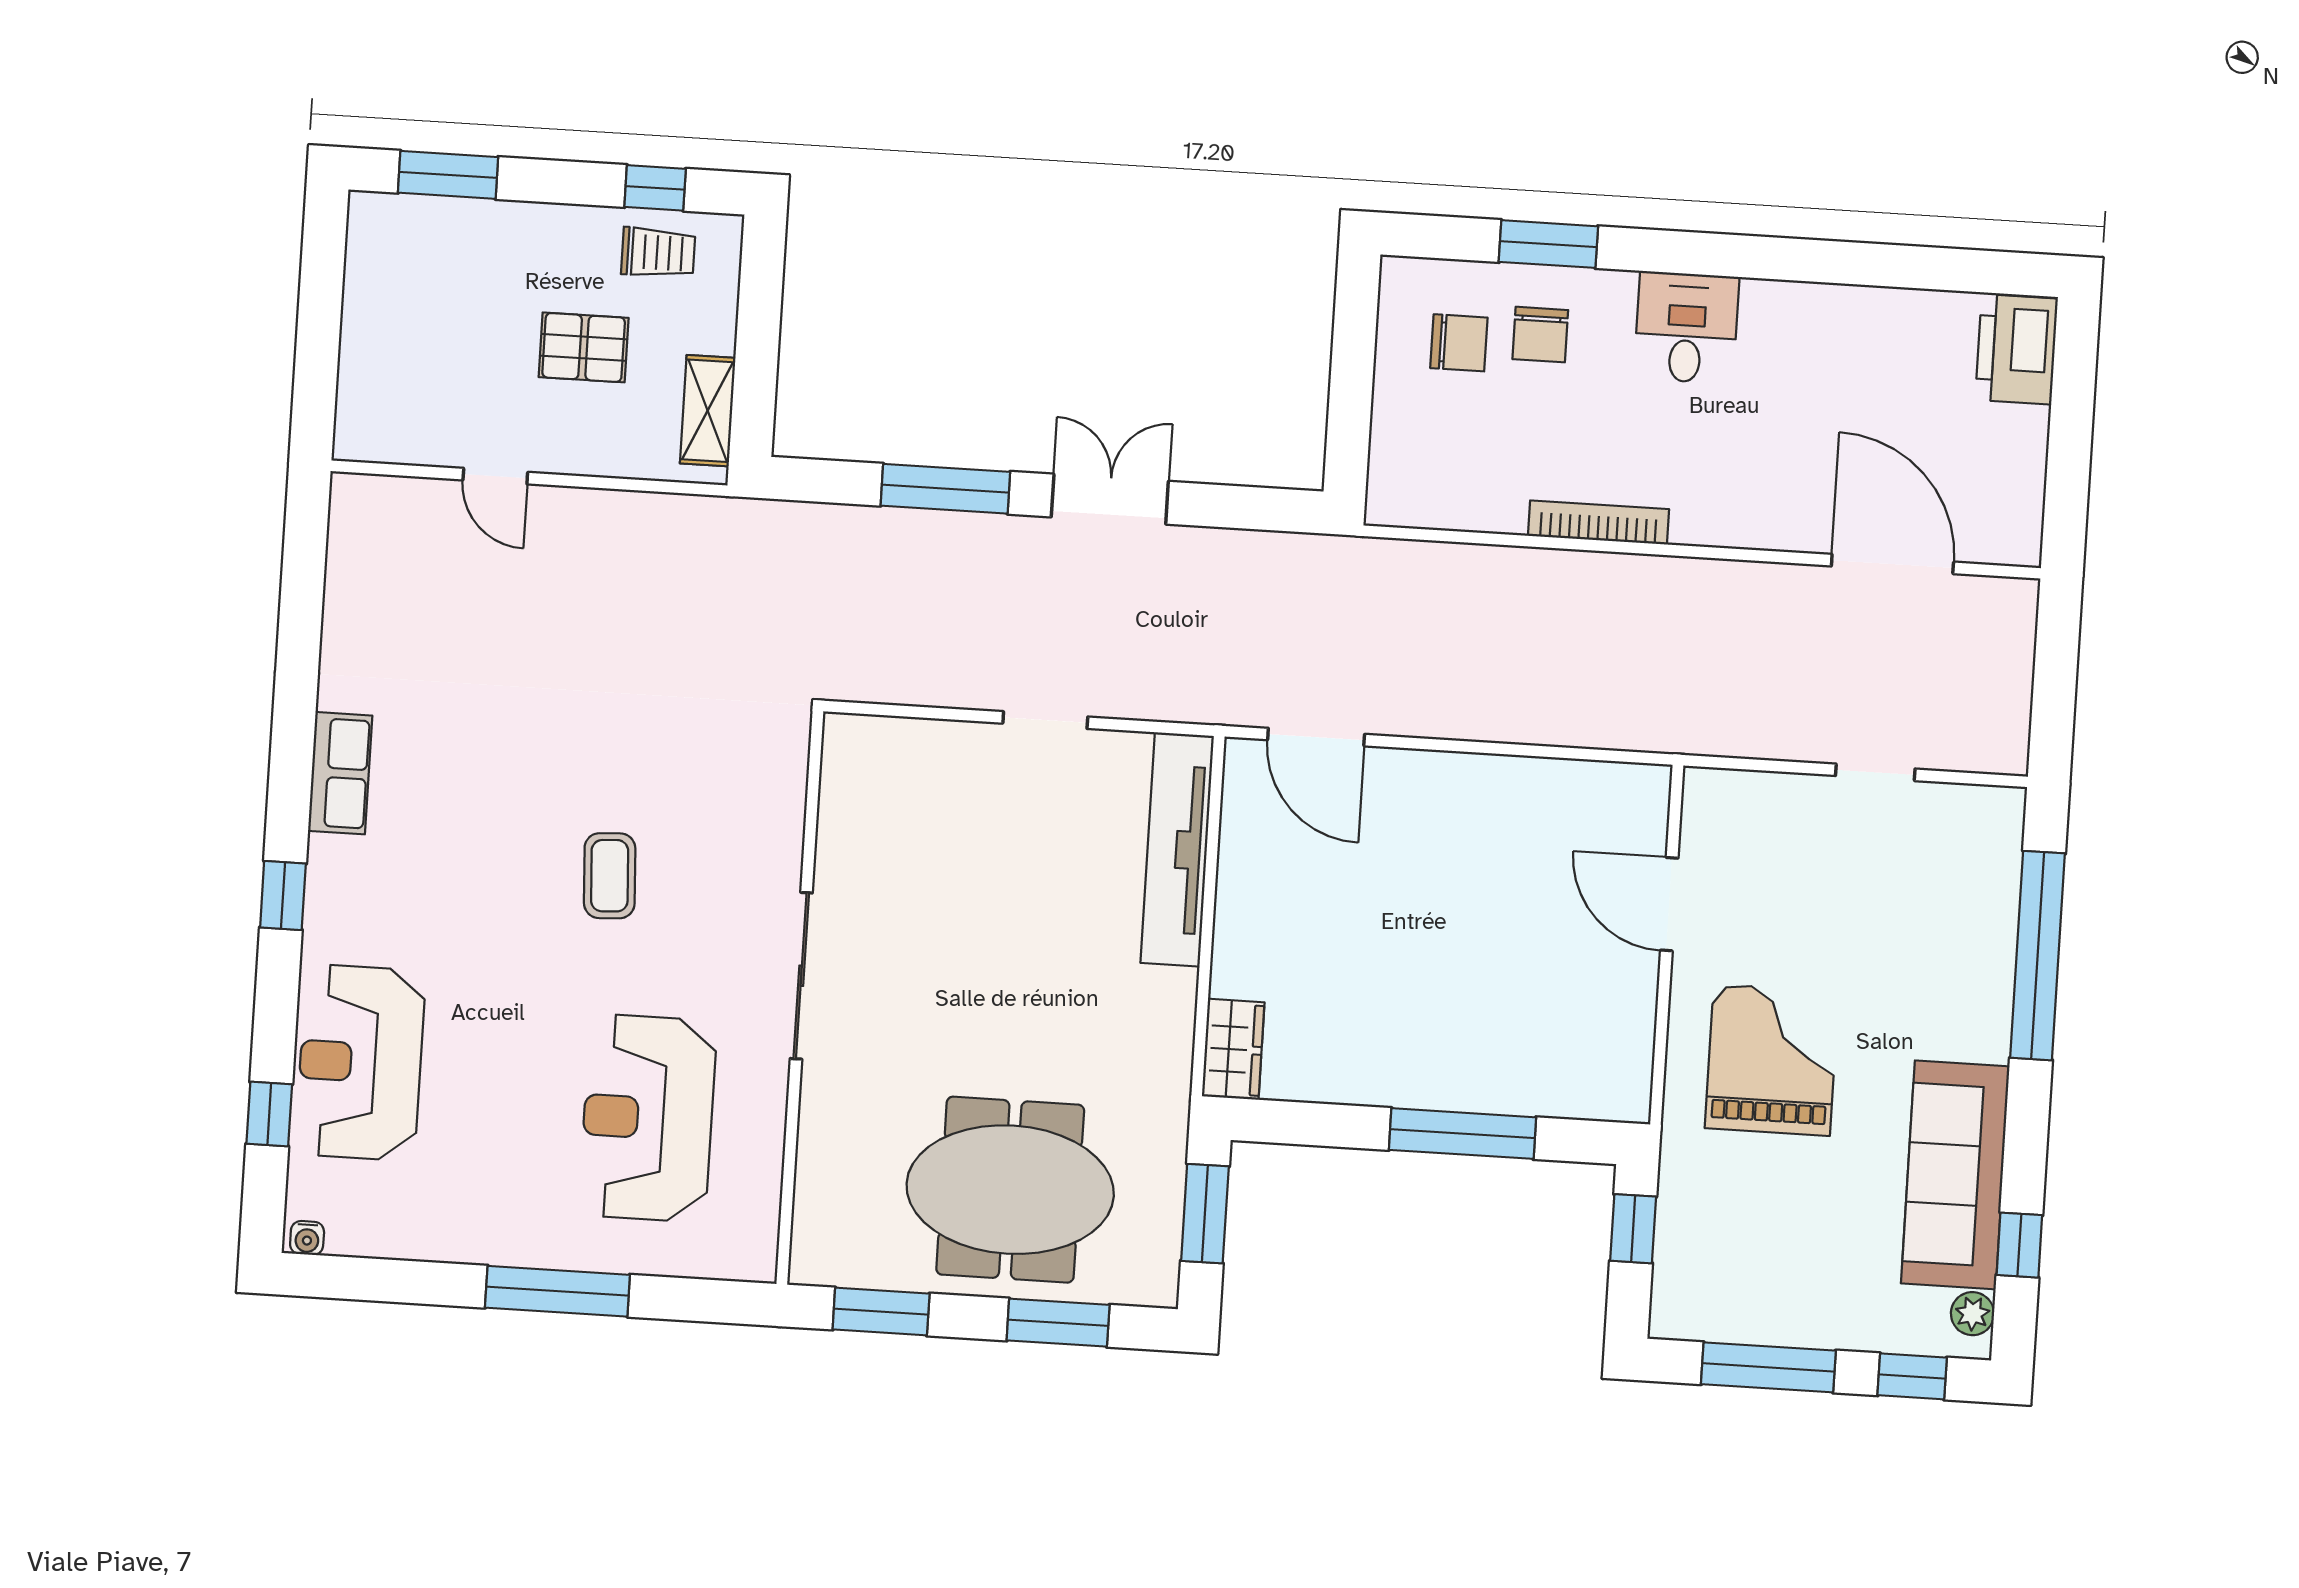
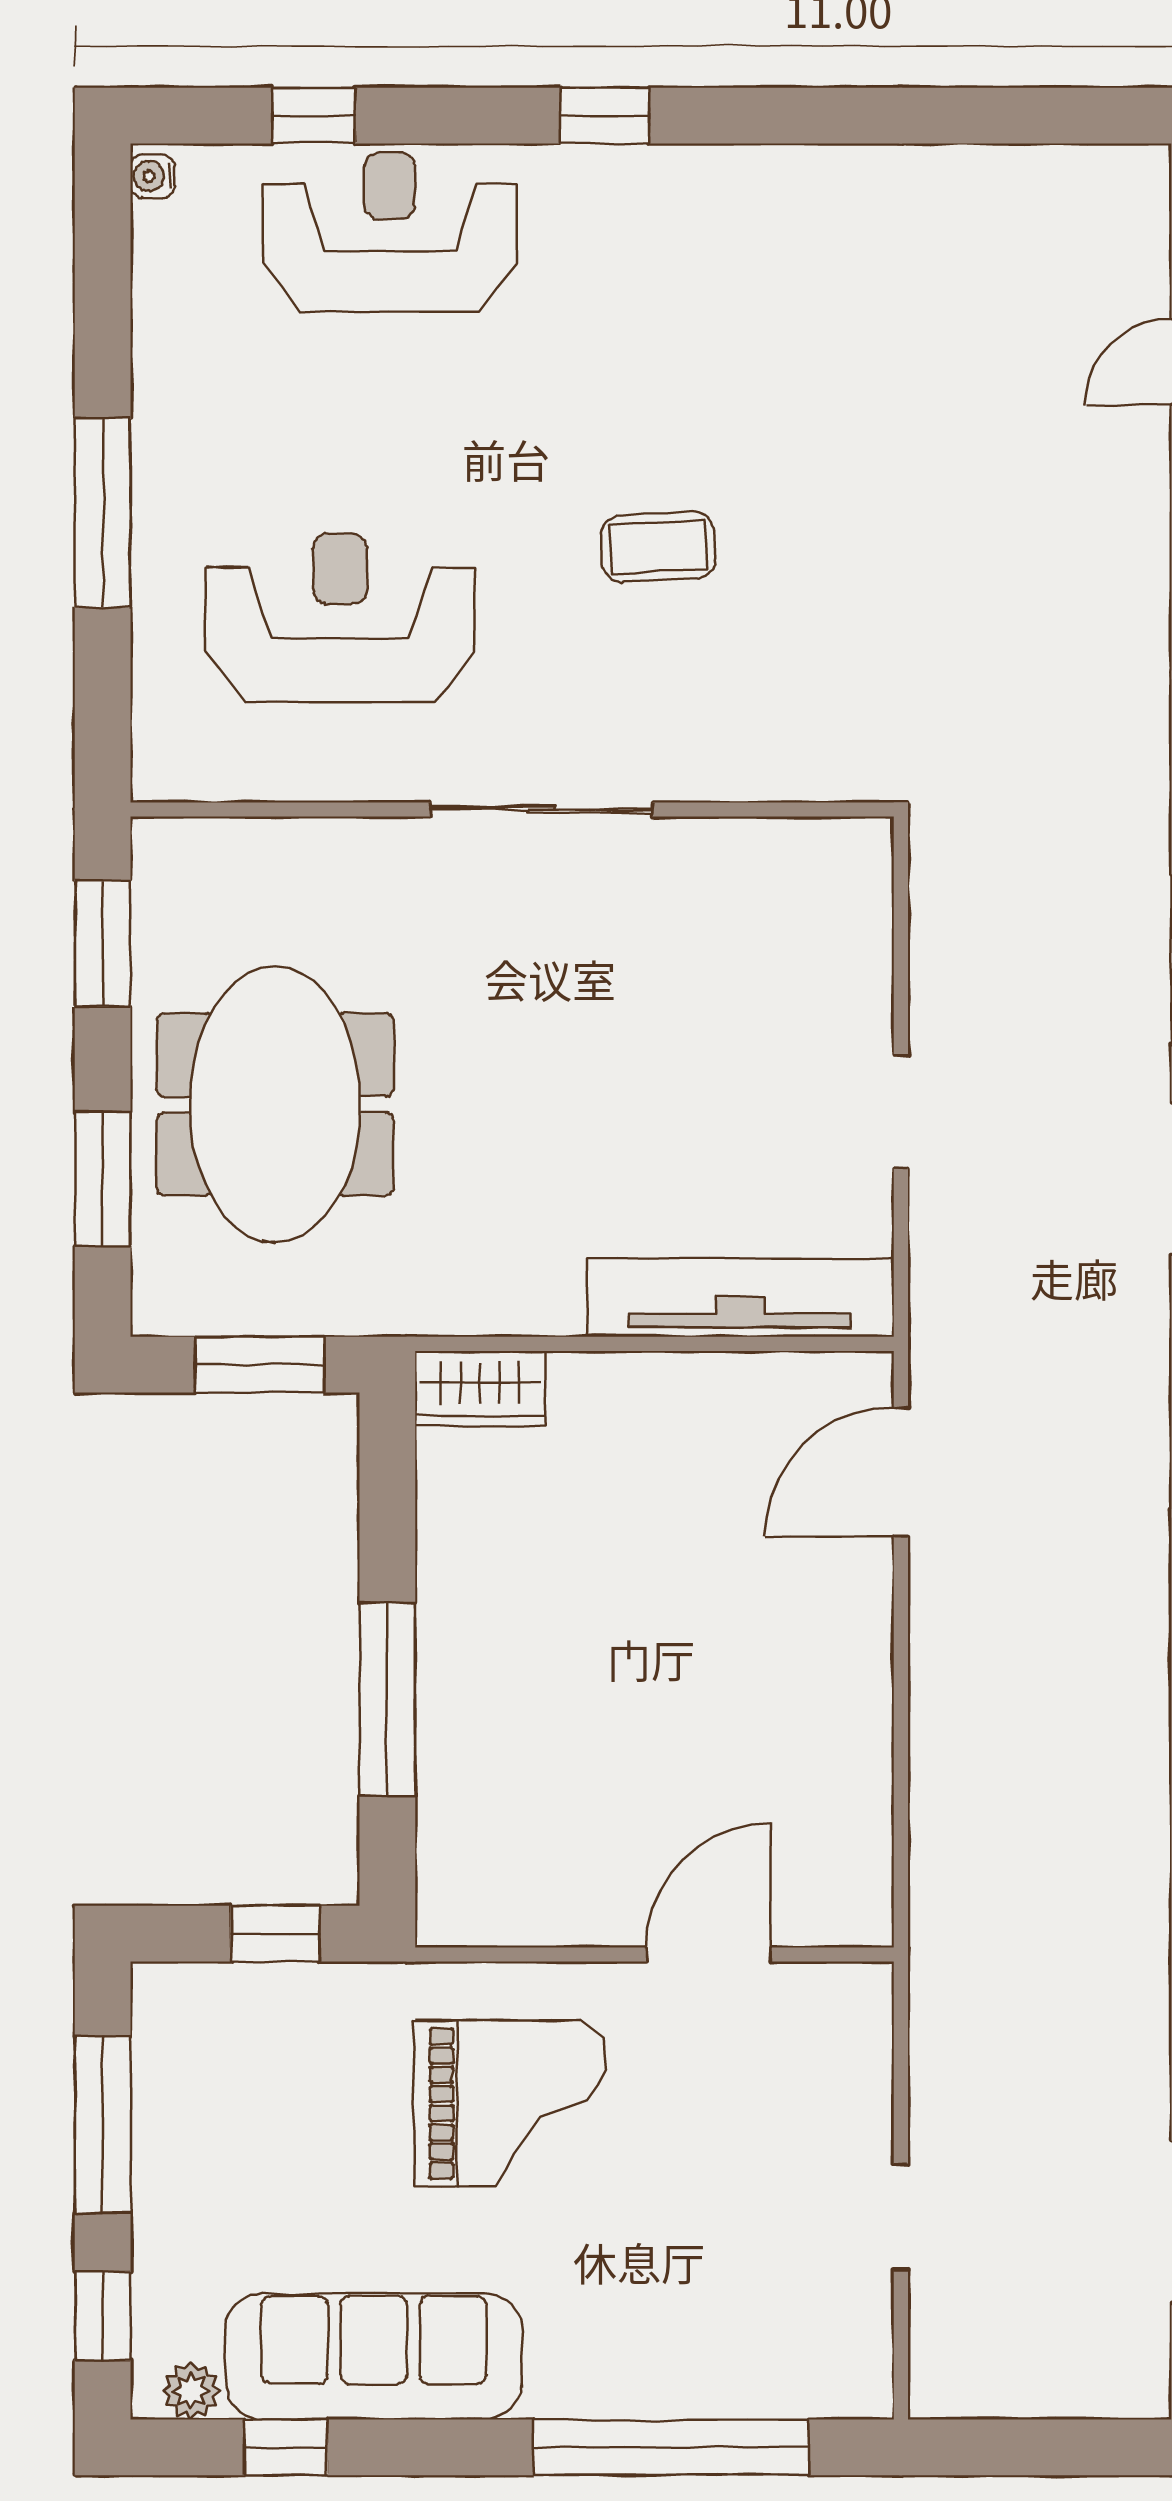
row of seats: (340, 773) -> (772, 181), removed

